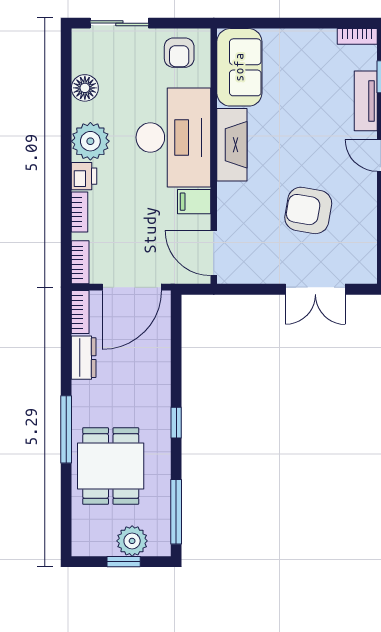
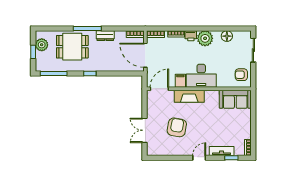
desk: (173, 137) -> (201, 76), width x0.73, depth x0.77
fireplace: (232, 145) -> (189, 96), moved
dresser: (84, 358) -> (105, 36), moved
plant: (132, 541) -> (42, 45), moved

